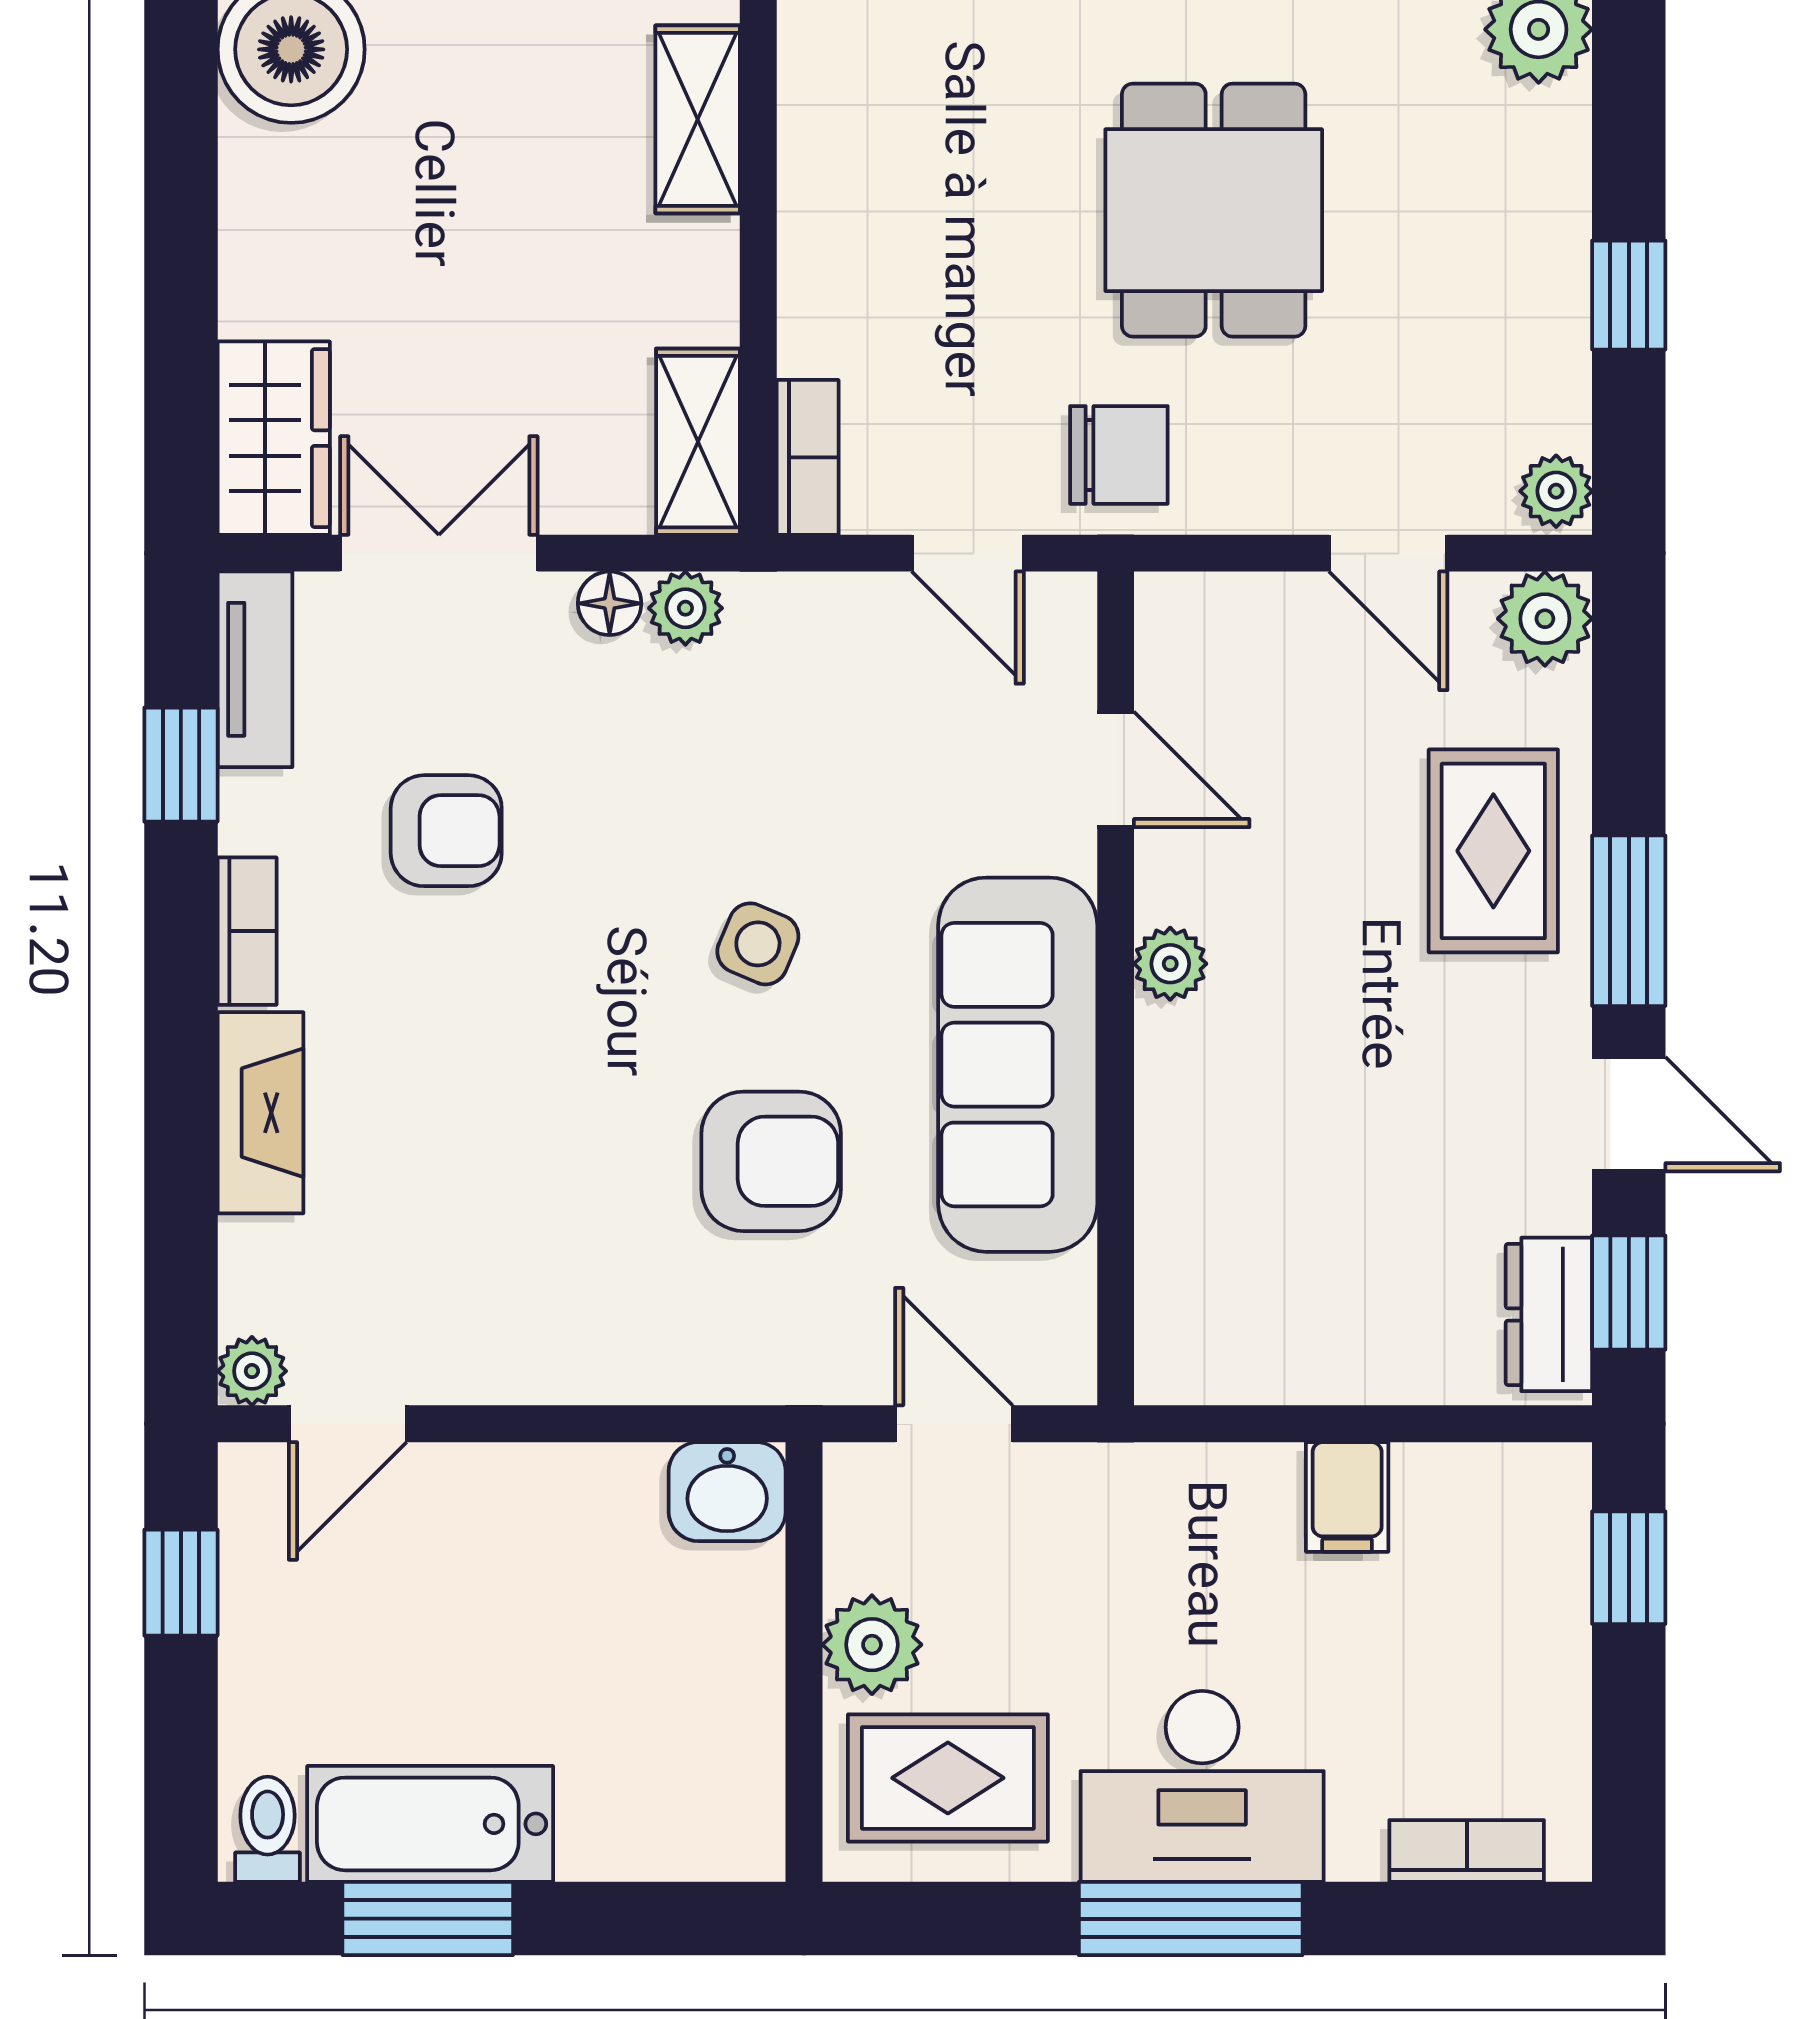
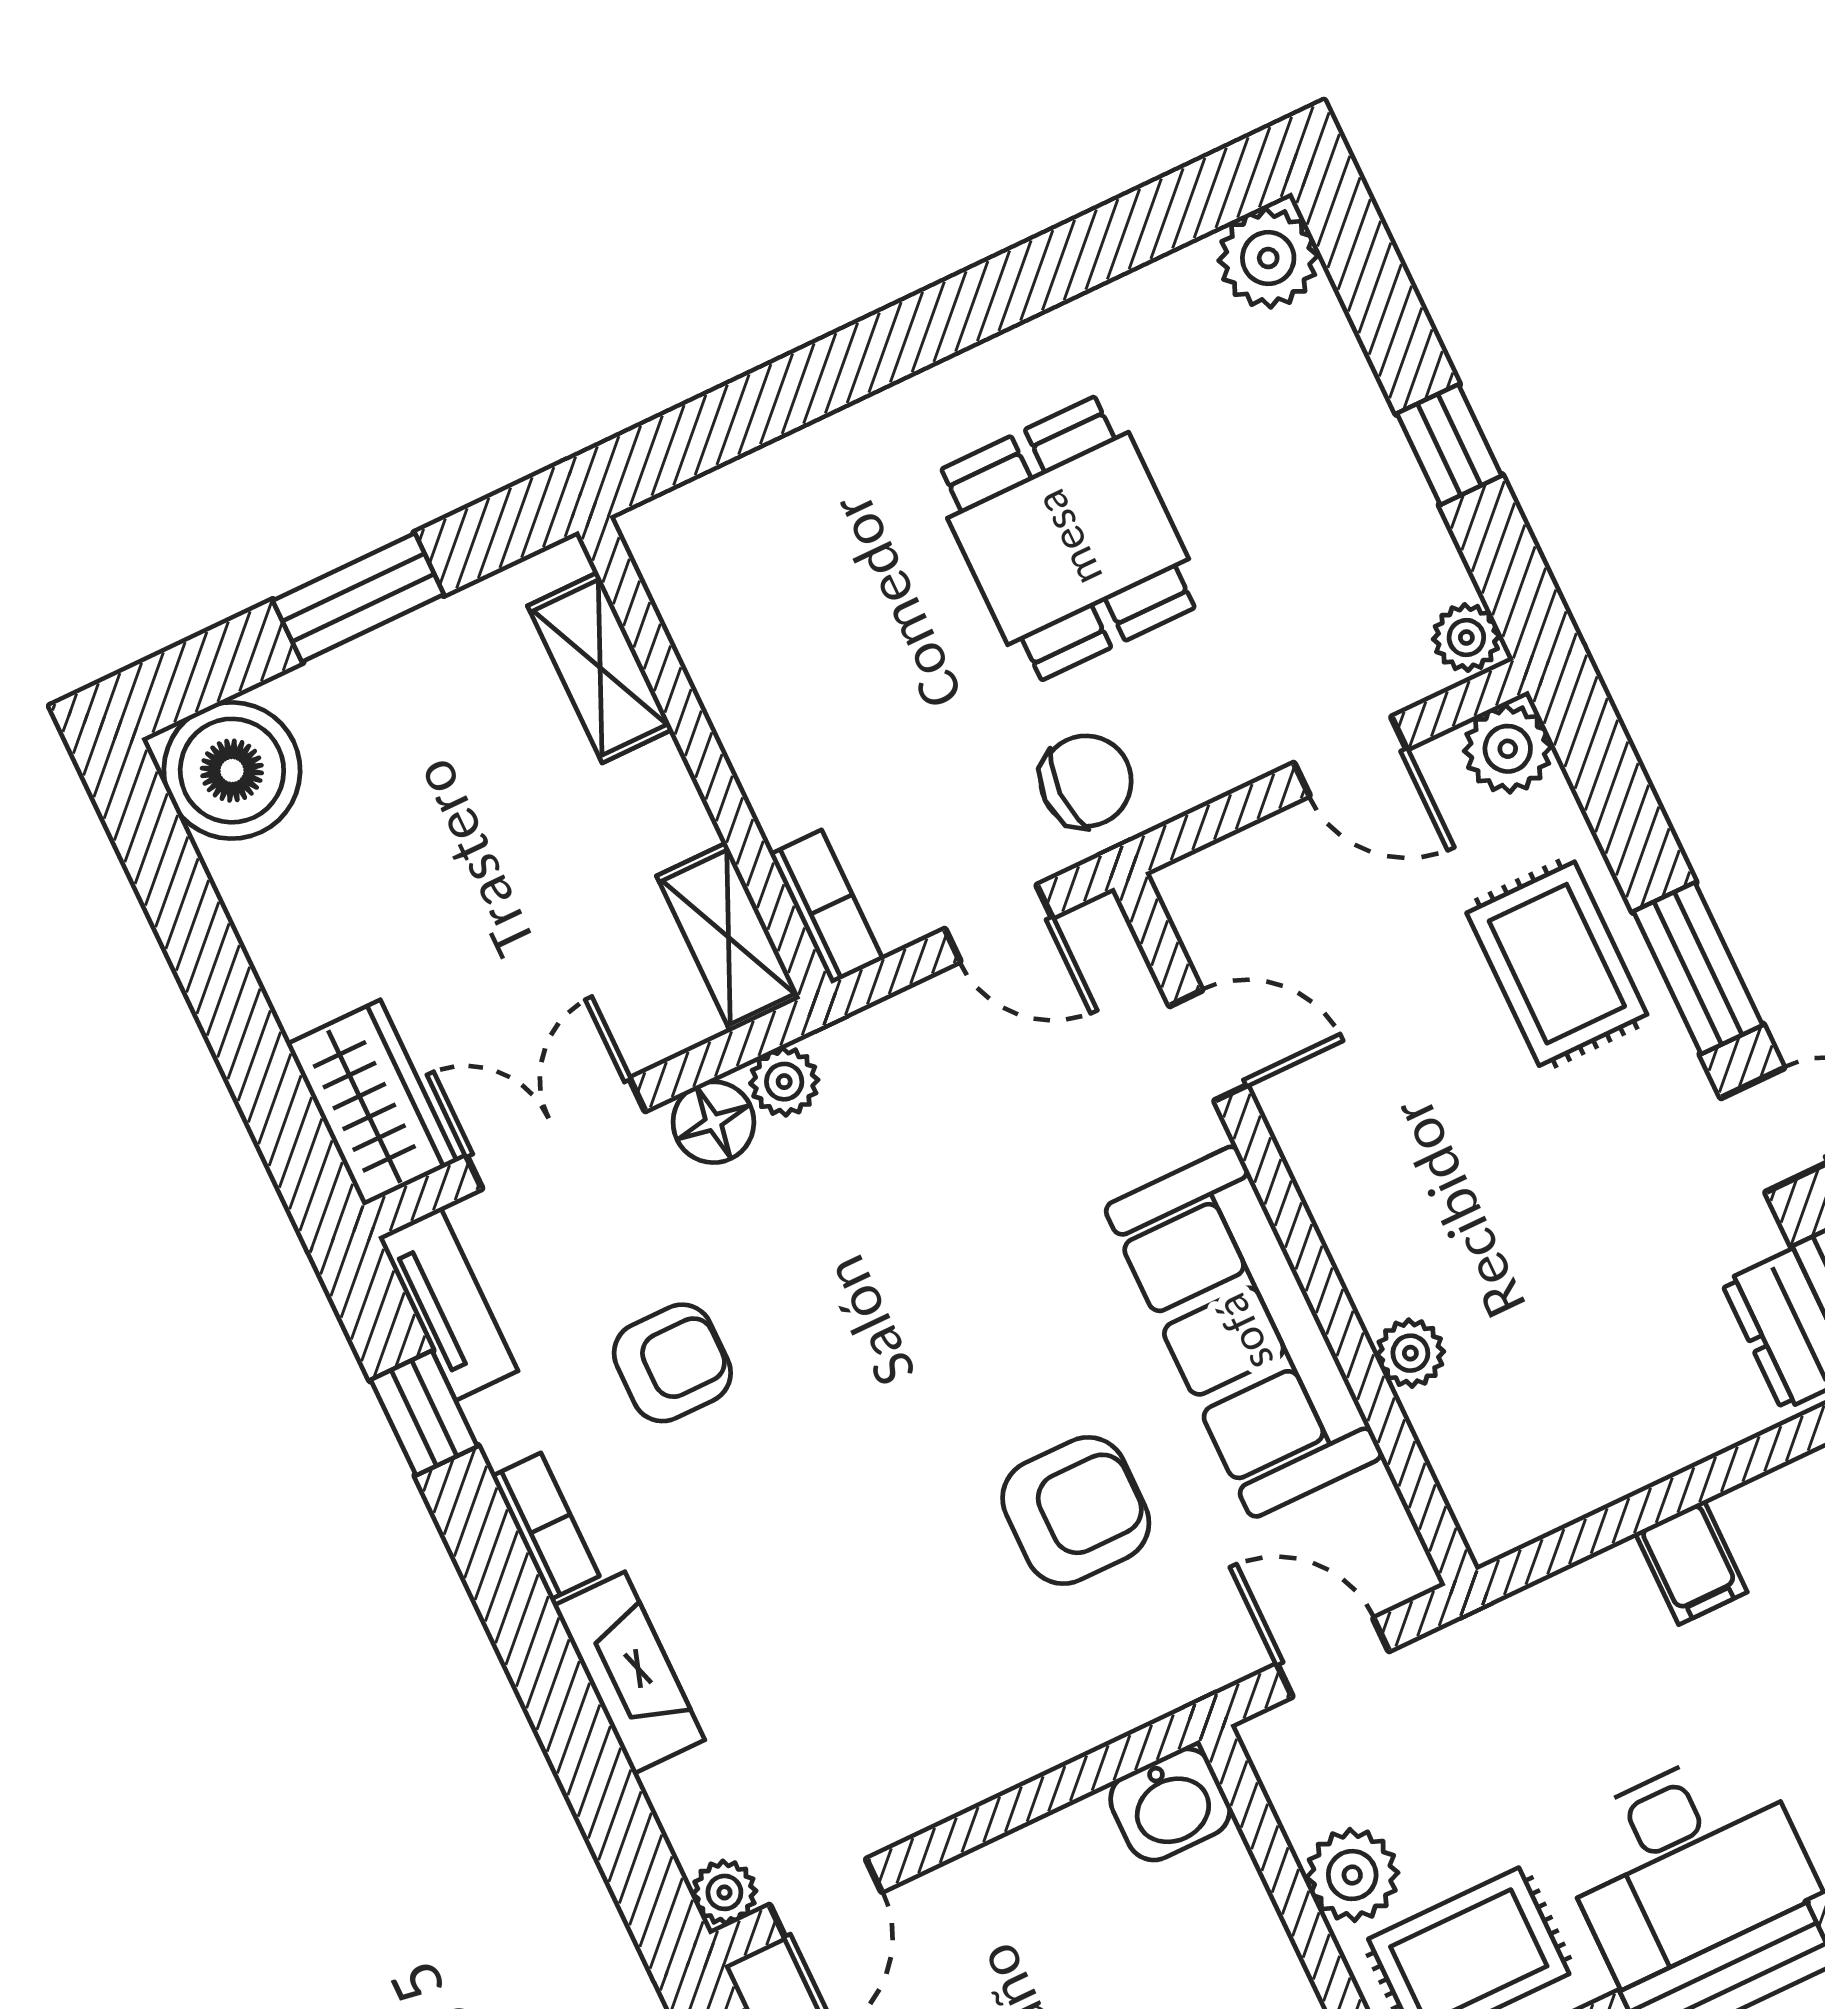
floor lamp: (610, 603) -> (713, 1122), width x1.37, depth x1.37
side table: (758, 944) -> (978, 1334), removed
plant: (1170, 964) -> (1410, 1353), moved

